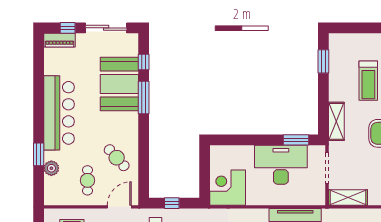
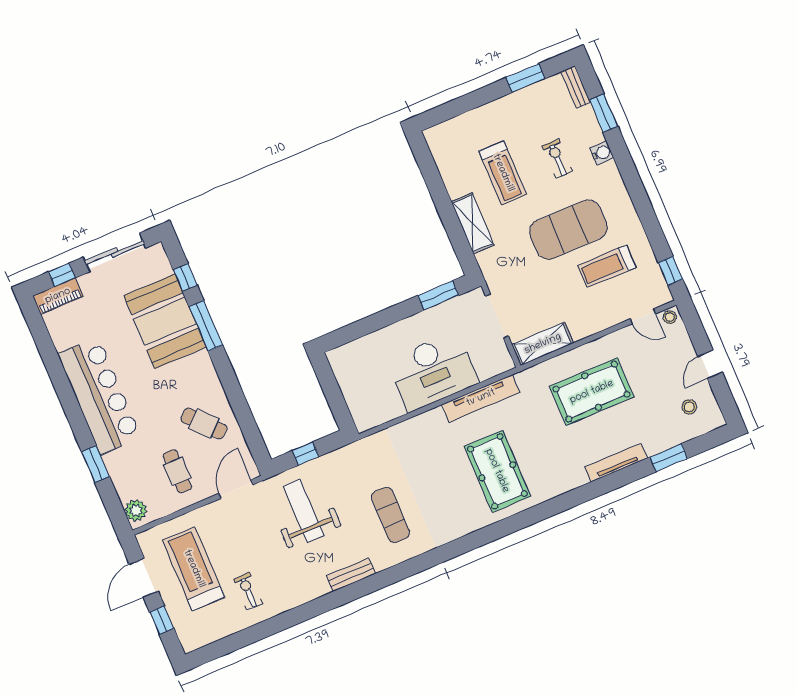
window: (323, 61) -> (430, 172), removed
shelving: (336, 121) -> (473, 223), moved
desk: (281, 165) -> (433, 371), moved, turned 180
plant: (51, 168) -> (136, 510), moved
corner desk: (228, 188) -> (373, 400), removed

